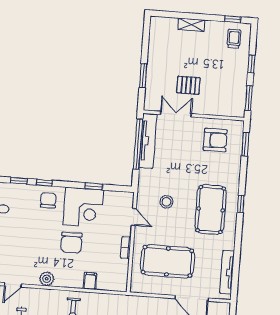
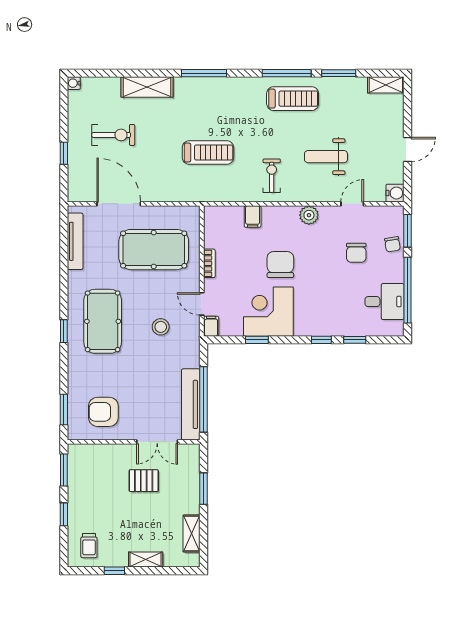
window: (233, 19) -> (114, 571), moved
shelving: (155, 42) -> (192, 533), added
filing cabinet: (128, 199) -> (211, 326), added
chair: (48, 200) -> (356, 253), moved

